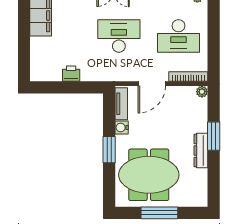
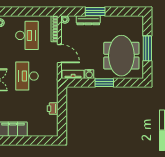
dresser: (201, 150) -> (88, 20), moved

